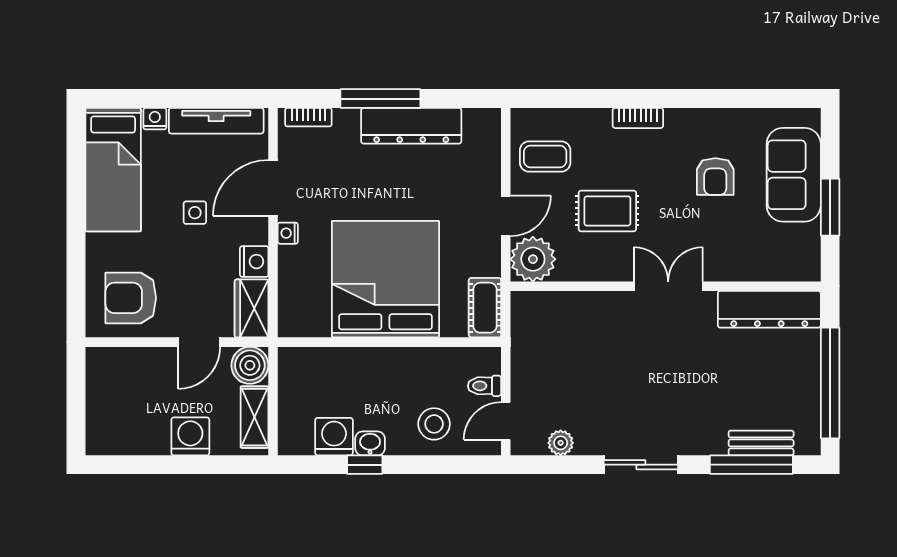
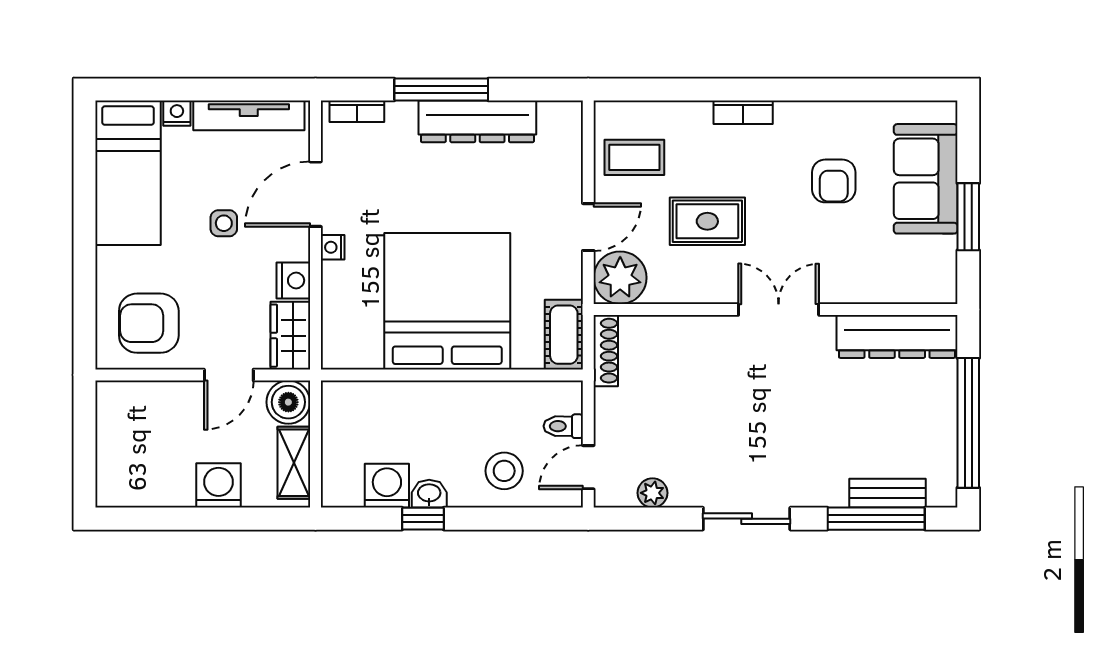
shoe rack: (521, 321) -> (606, 351), added

